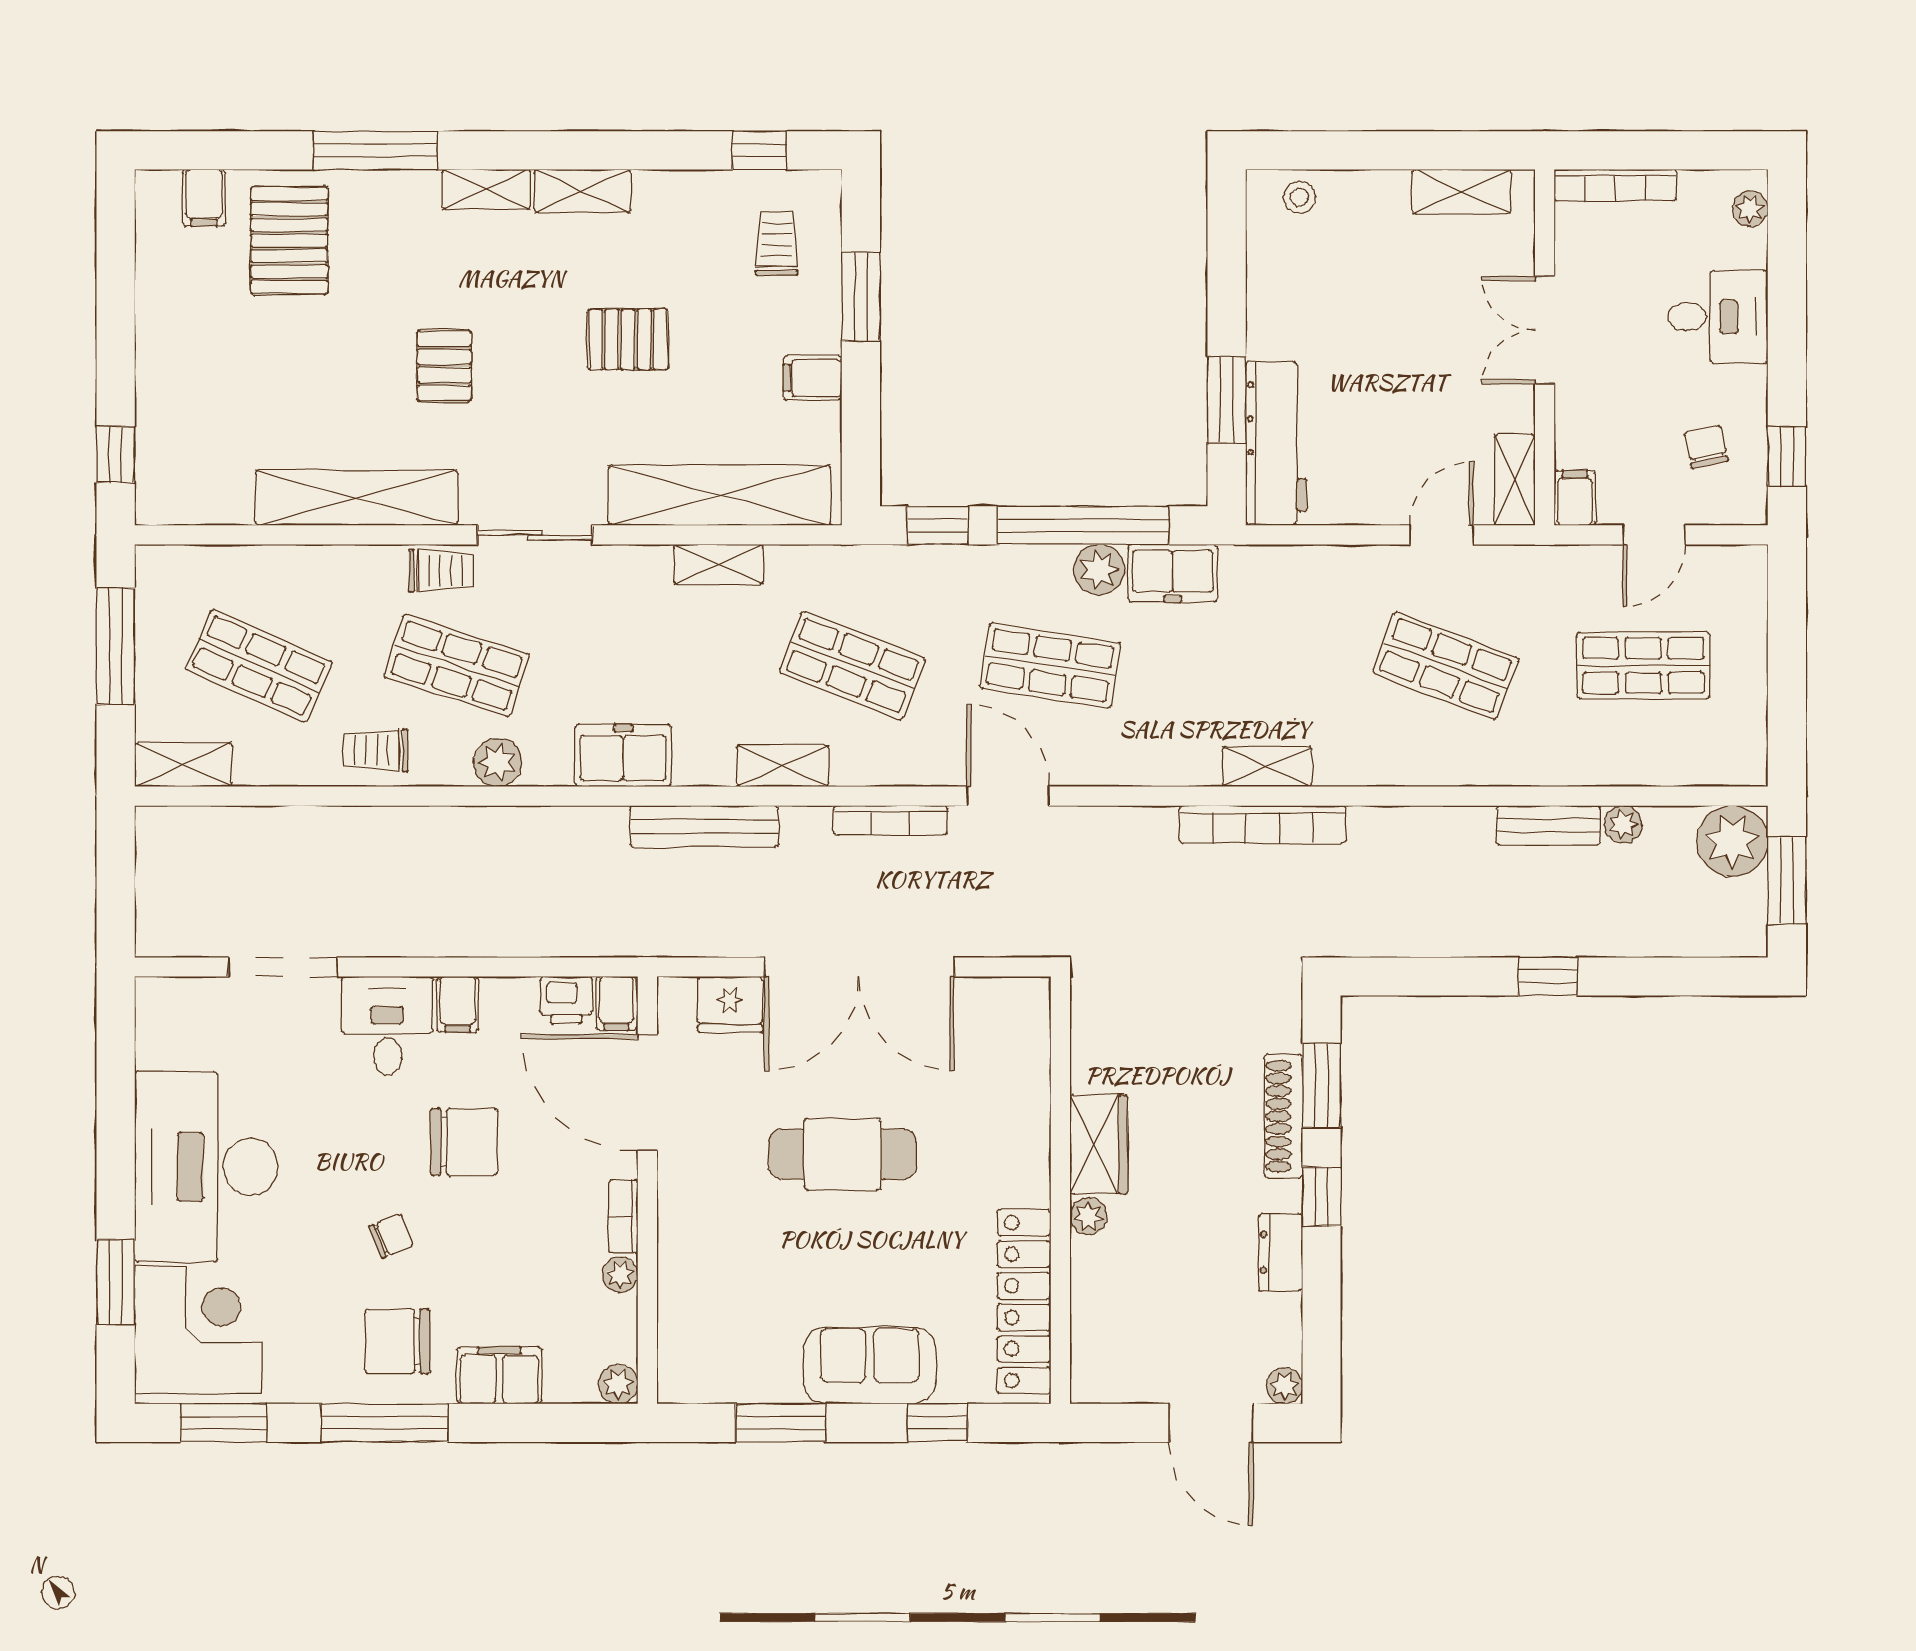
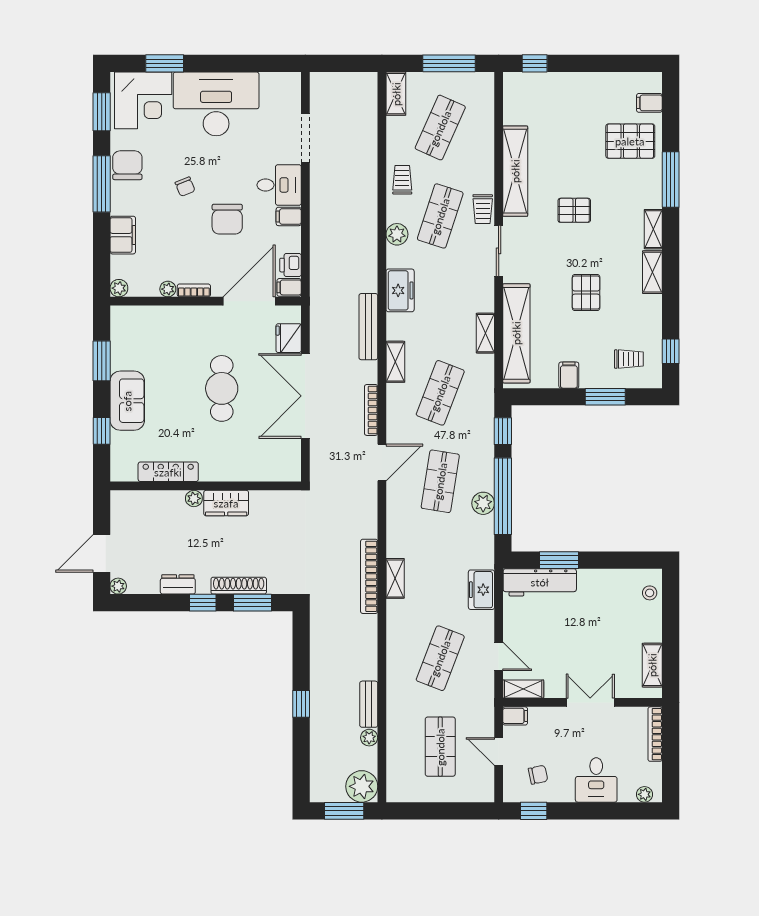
freezer: (1173, 573) -> (481, 590), moved
locker: (1024, 1302) -> (168, 472), width x0.71, depth x0.83
chair: (398, 1341) -> (127, 165), moved

